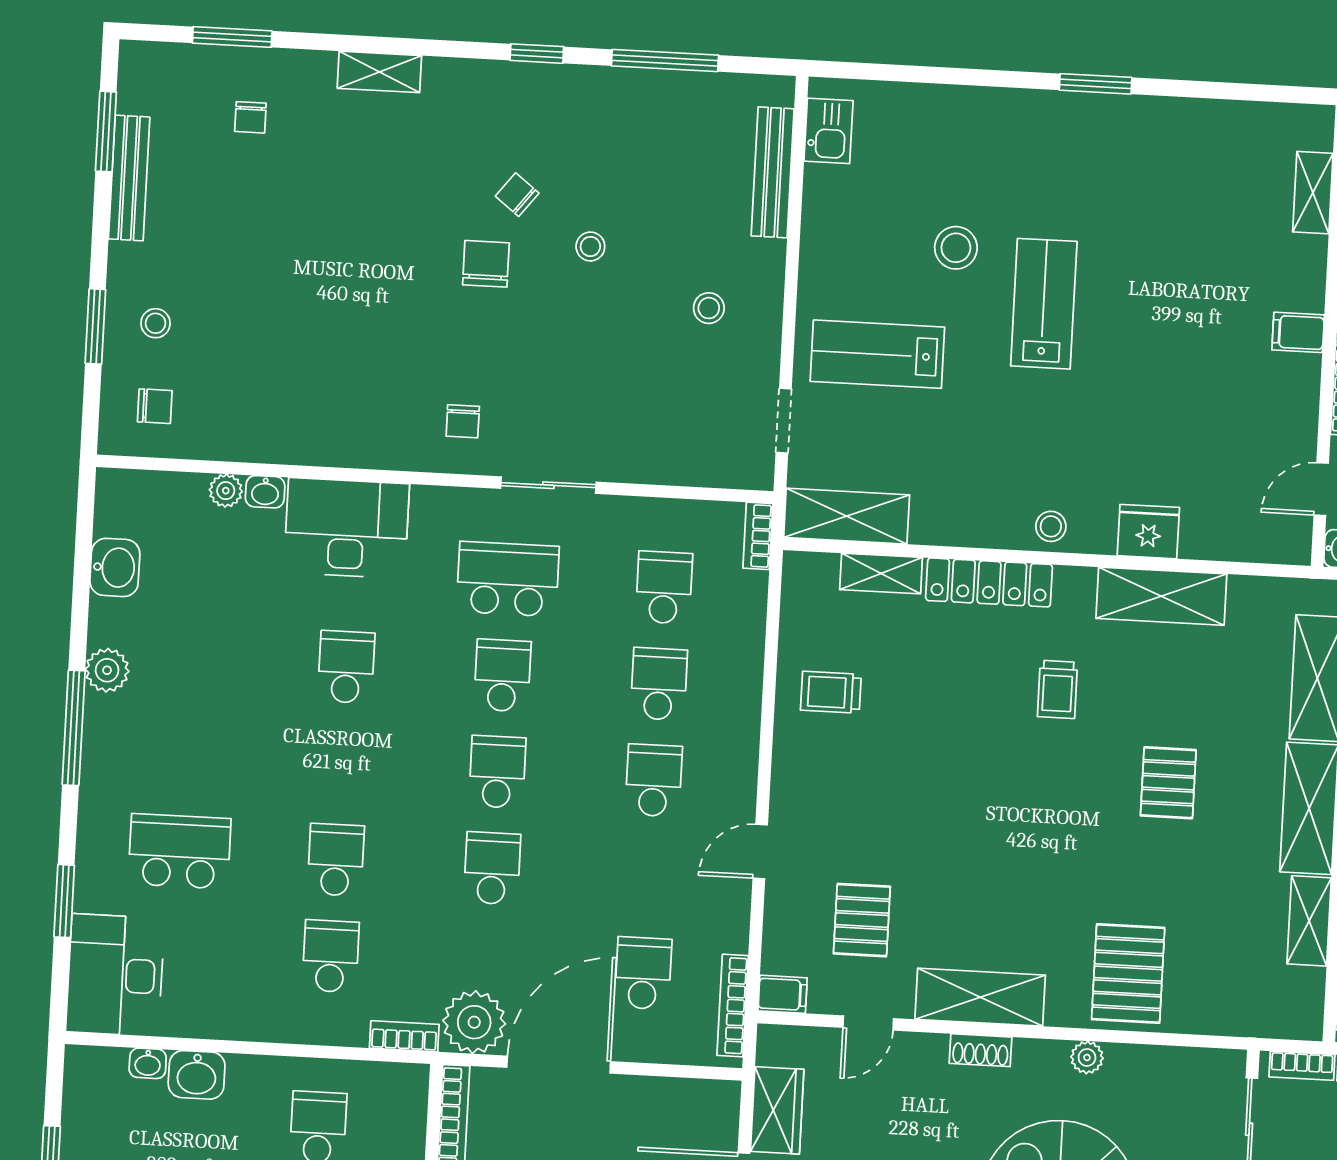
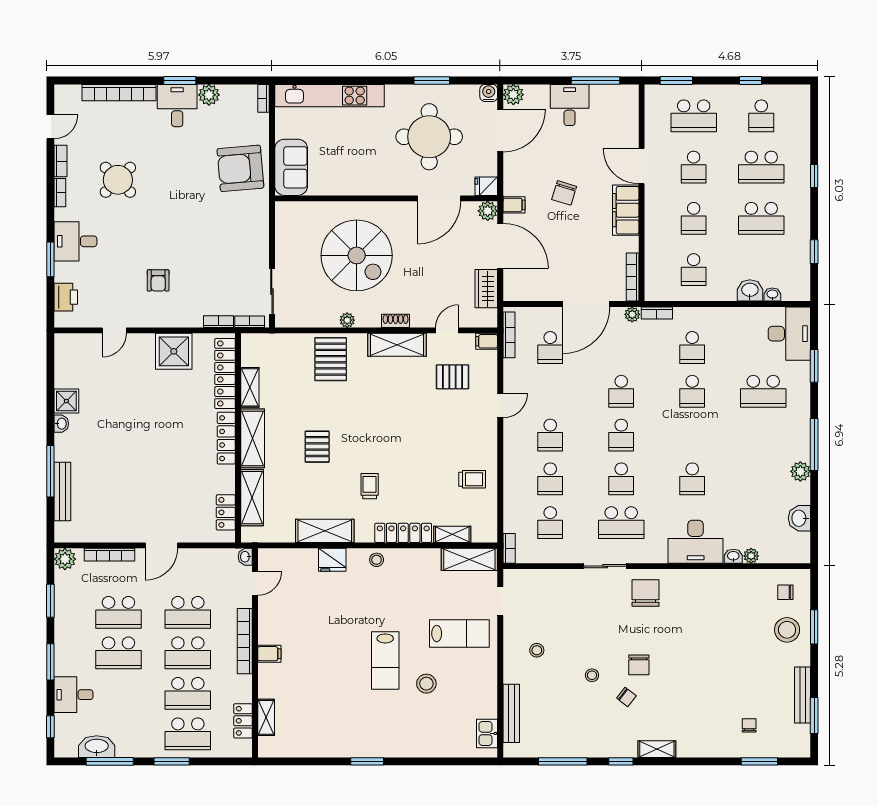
shelving: (379, 72) -> (657, 749), moved
stool: (156, 323) -> (787, 630), width x1.89, depth x1.89
chair: (463, 421) -> (645, 593), width x1.87, depth x1.87
pallet: (862, 920) -> (452, 377), turned 90
plant: (474, 1022) -> (632, 314), width x0.53, depth x0.53

